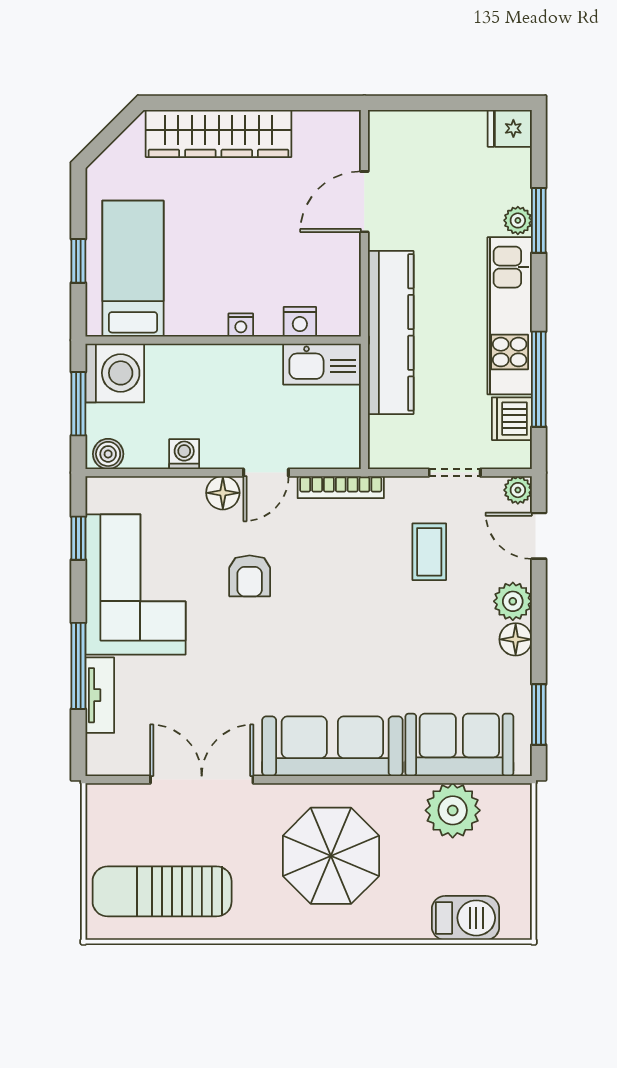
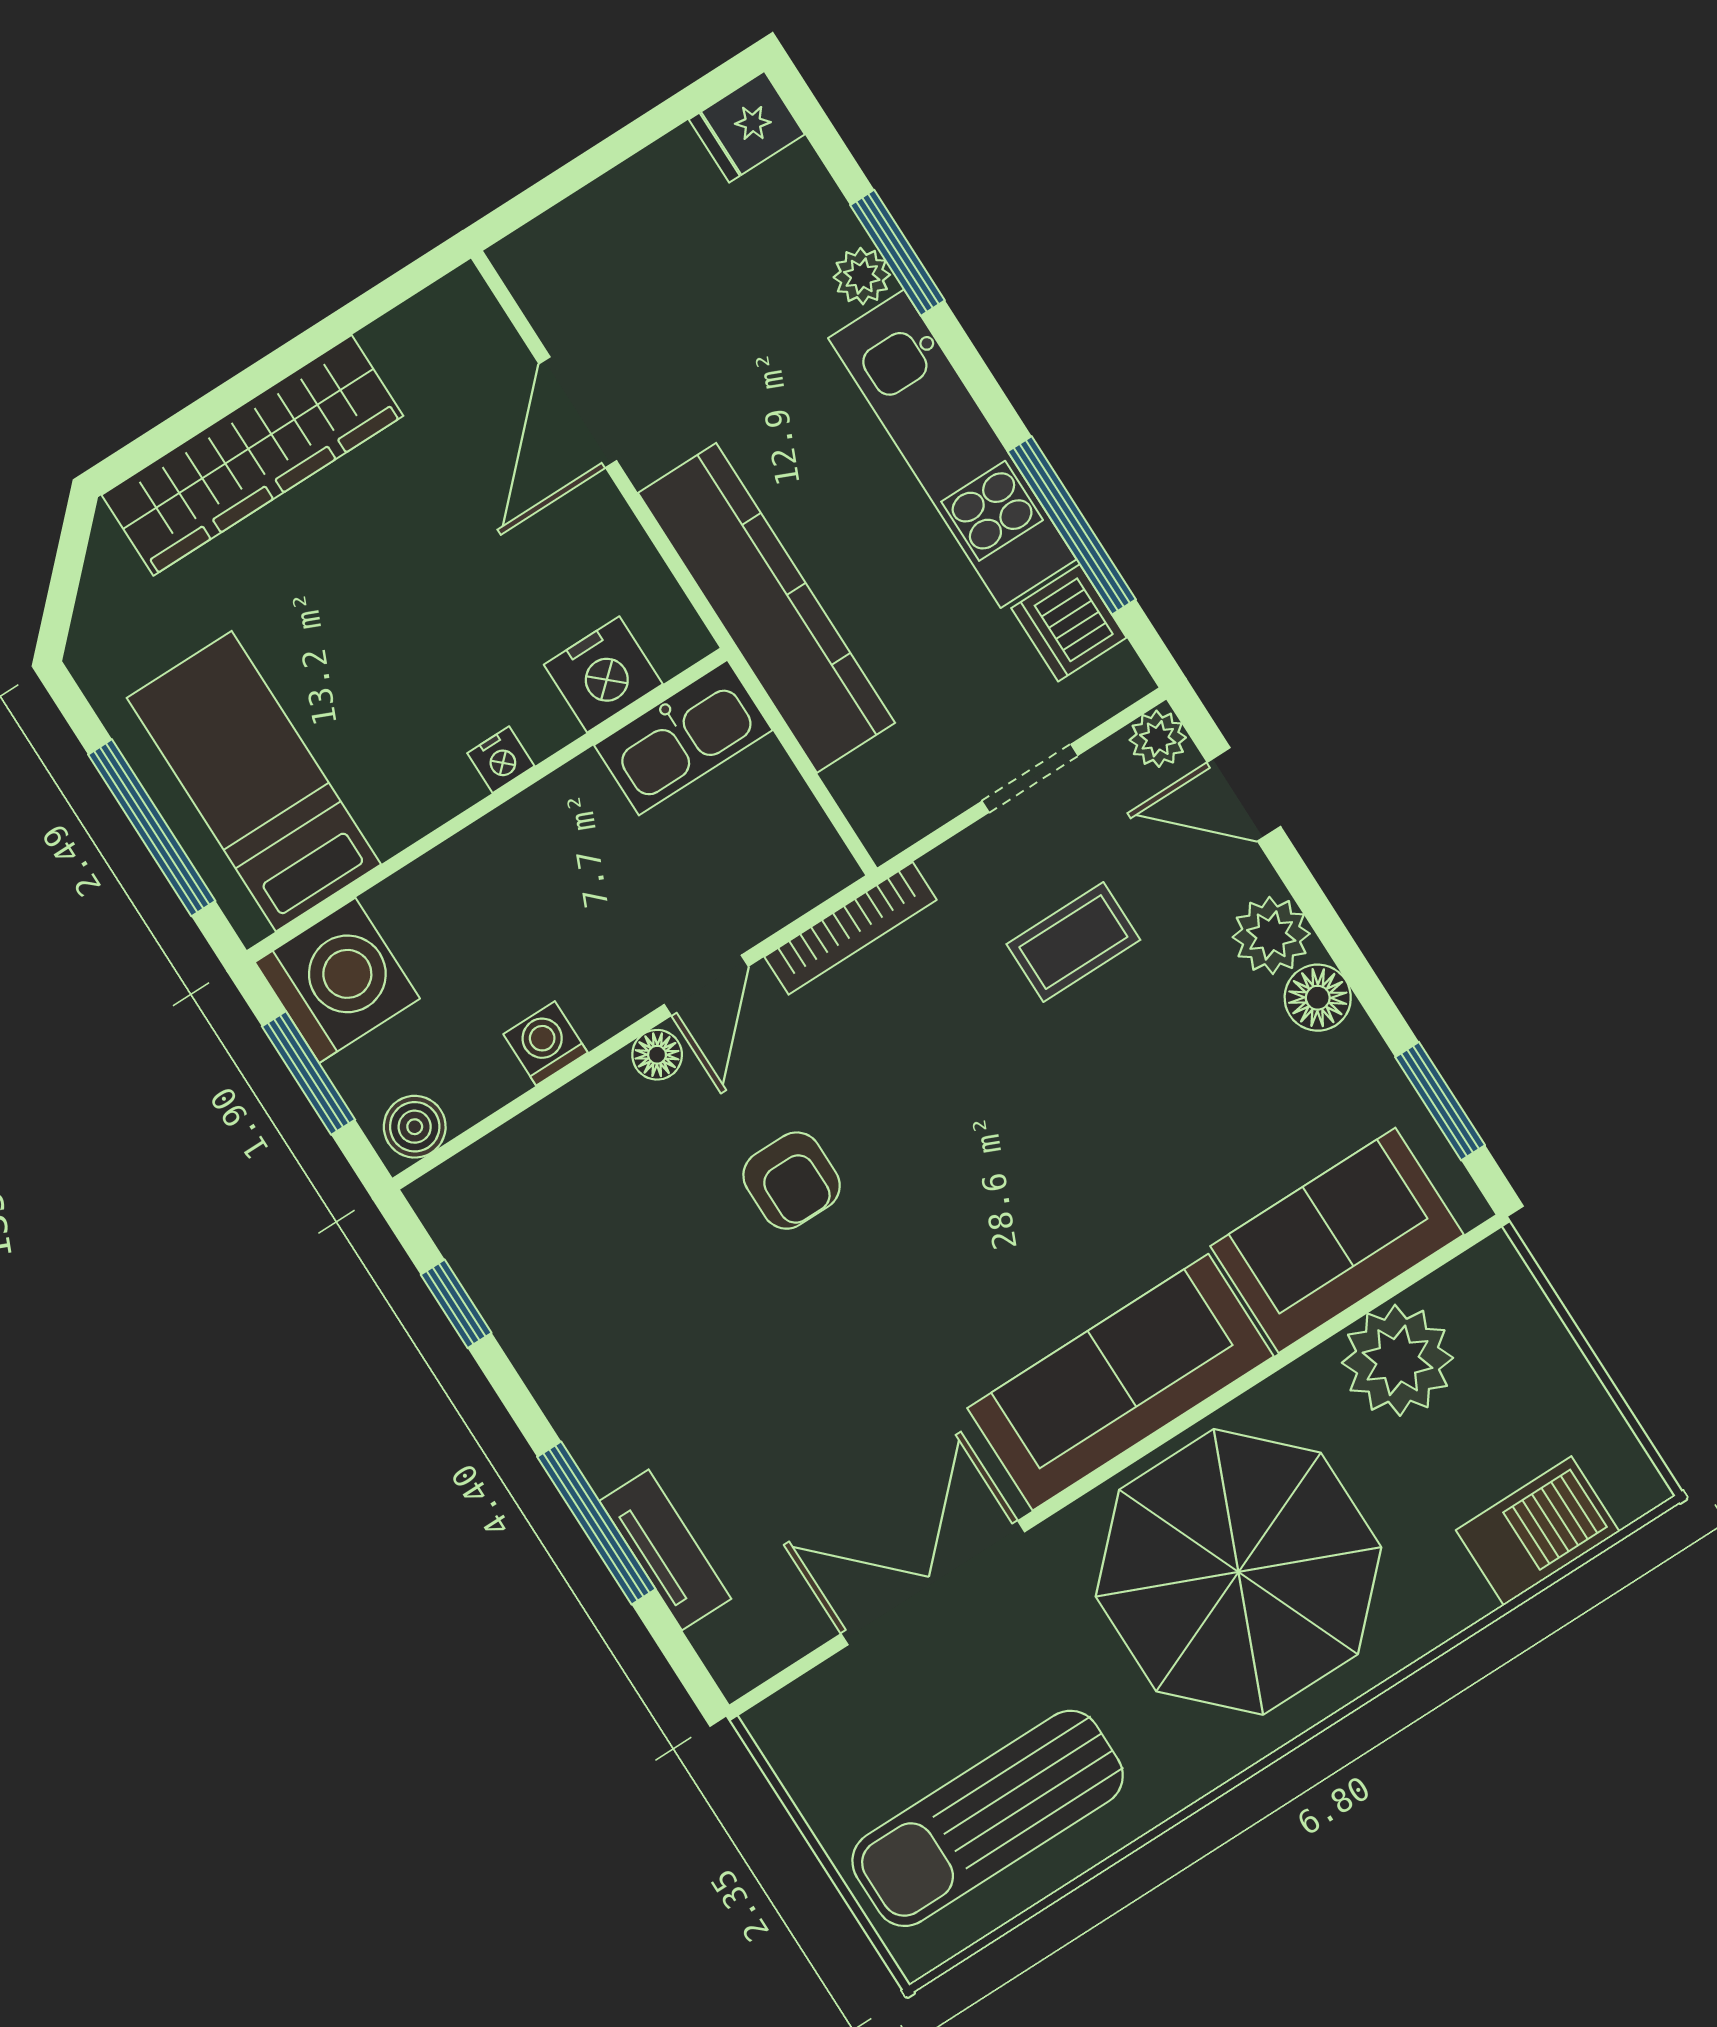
window: (78, 261) -> (152, 828), width x2.17
nightstand: (300, 322) -> (603, 674), width x1.36, depth x1.33
floor lamp: (223, 493) -> (657, 1055), width x0.73, depth x0.73
coffee table: (429, 552) -> (1073, 942), turned 90
corner sofa: (135, 584) -> (605, 1321), removed
parasol: (331, 856) -> (1238, 1572), width x1.36, depth x1.36

